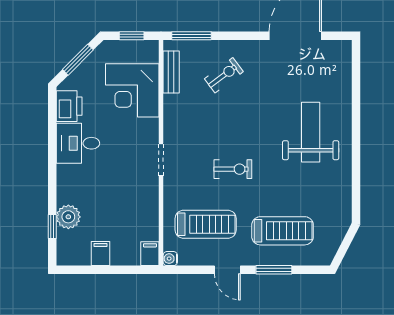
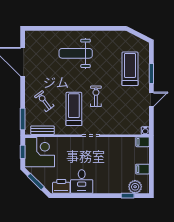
corner desk: (132, 90) -> (40, 152), moved, turned -90
plant: (68, 217) -> (135, 187), moved
treadmill: (206, 224) -> (74, 109), moved

